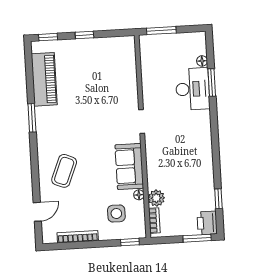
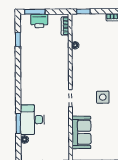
sofa: (129, 166) -> (81, 132), moved
plant: (156, 198) -> (63, 42), removed
side table: (116, 214) -> (103, 97), moved
printer: (207, 223) -> (39, 21), moved, turned 90

